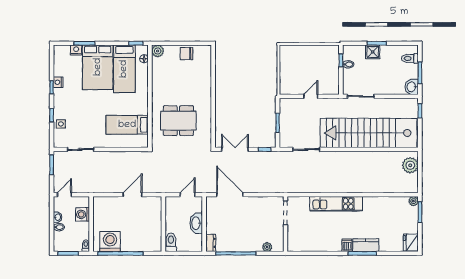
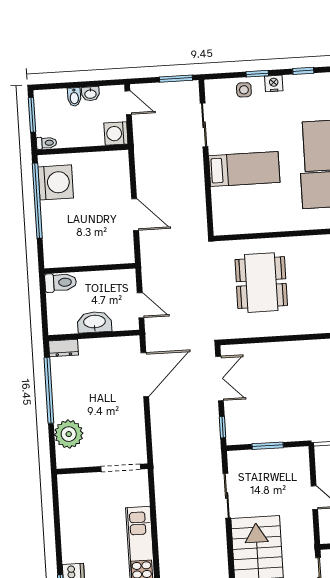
nightstand: (58, 82) -> (274, 83), moved
bed: (127, 125) -> (244, 169), moved, turned 90
washing machine: (83, 214) -> (116, 133), moved, turned -90
plant: (267, 247) -> (69, 434), width x1.87, depth x1.87

